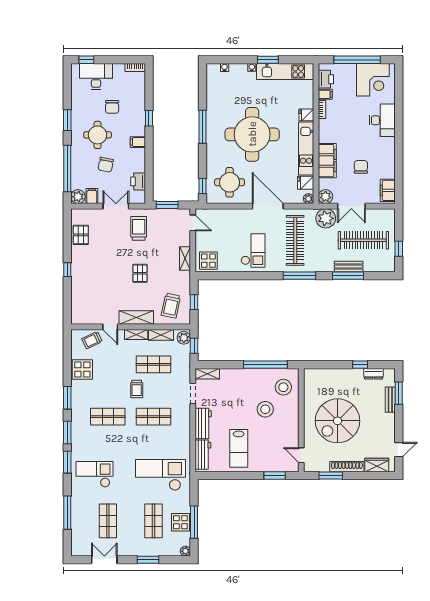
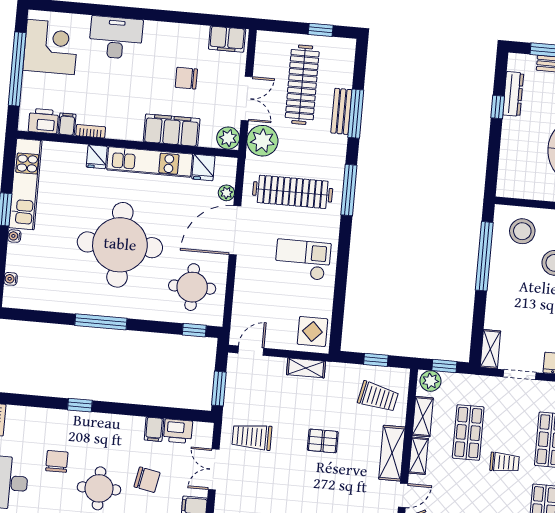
chair: (112, 107) -> (57, 461), turned -90
filing cabinet: (138, 142) -> (154, 429), moved
plant: (308, 199) -> (226, 193), moved
dresser: (374, 374) -> (513, 94), width x1.44

